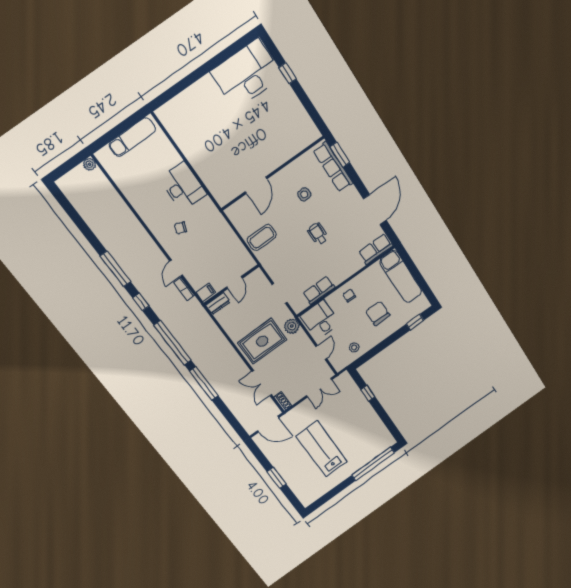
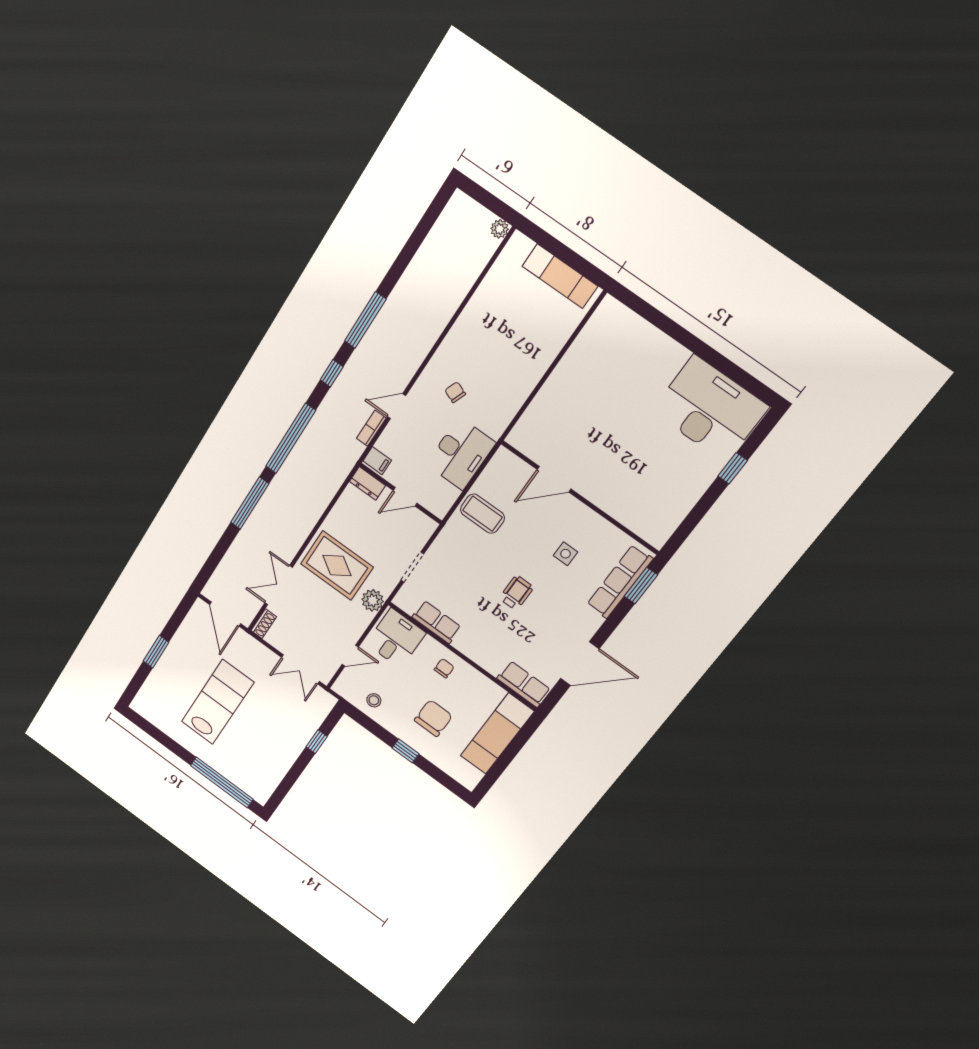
desk: (183, 186) -> (461, 454), moved
window: (415, 322) -> (405, 751), moved

